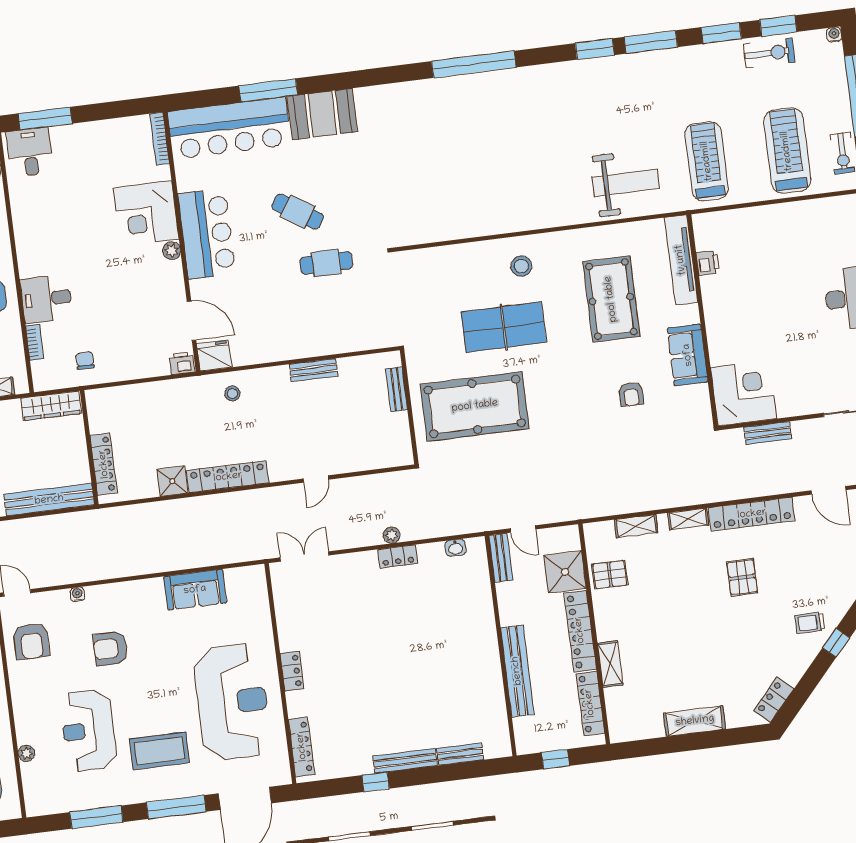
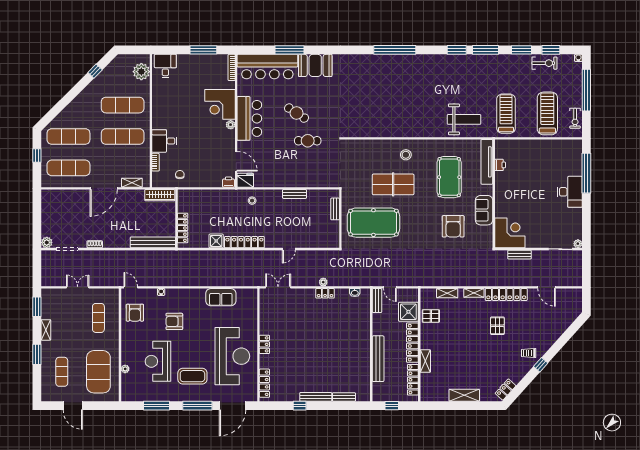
window: (45, 118) -> (203, 50), moved
armchair: (631, 394) -> (453, 226), width x1.88, depth x1.88

